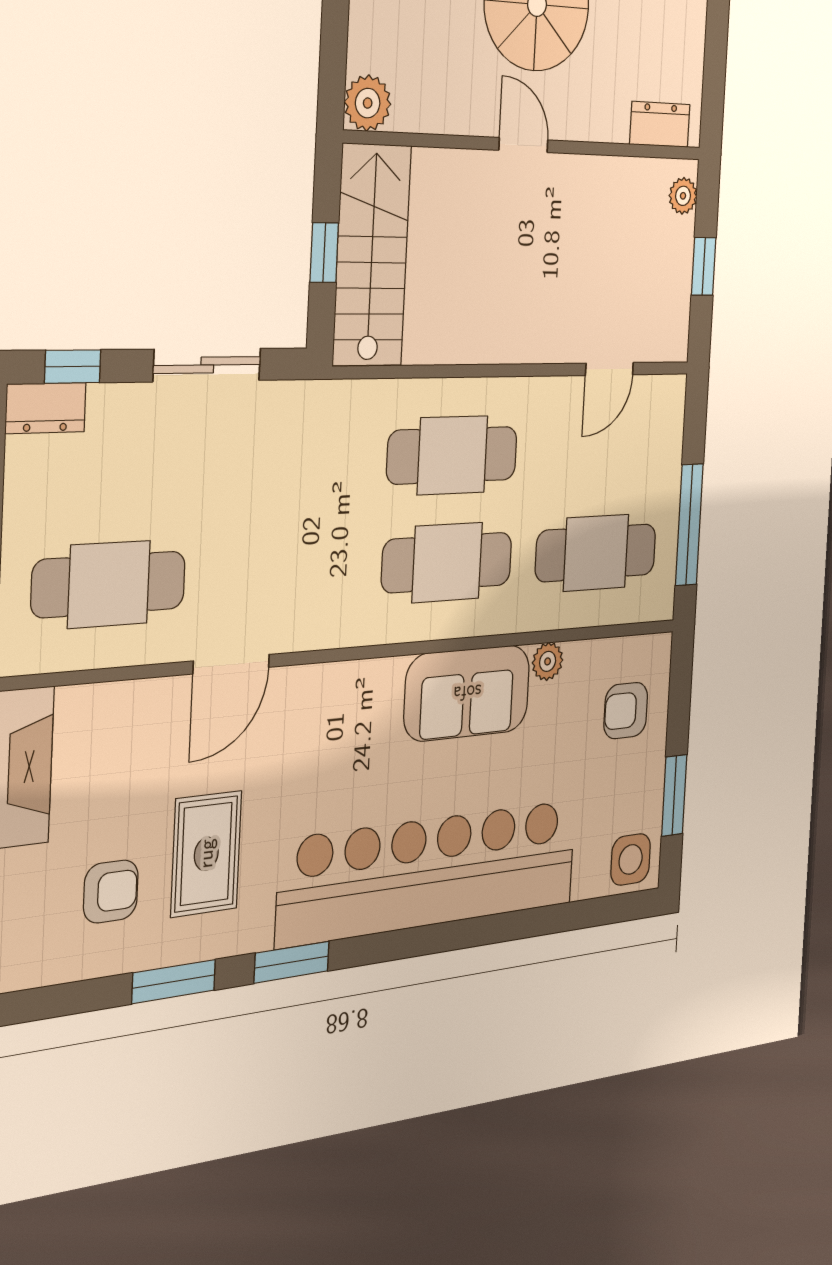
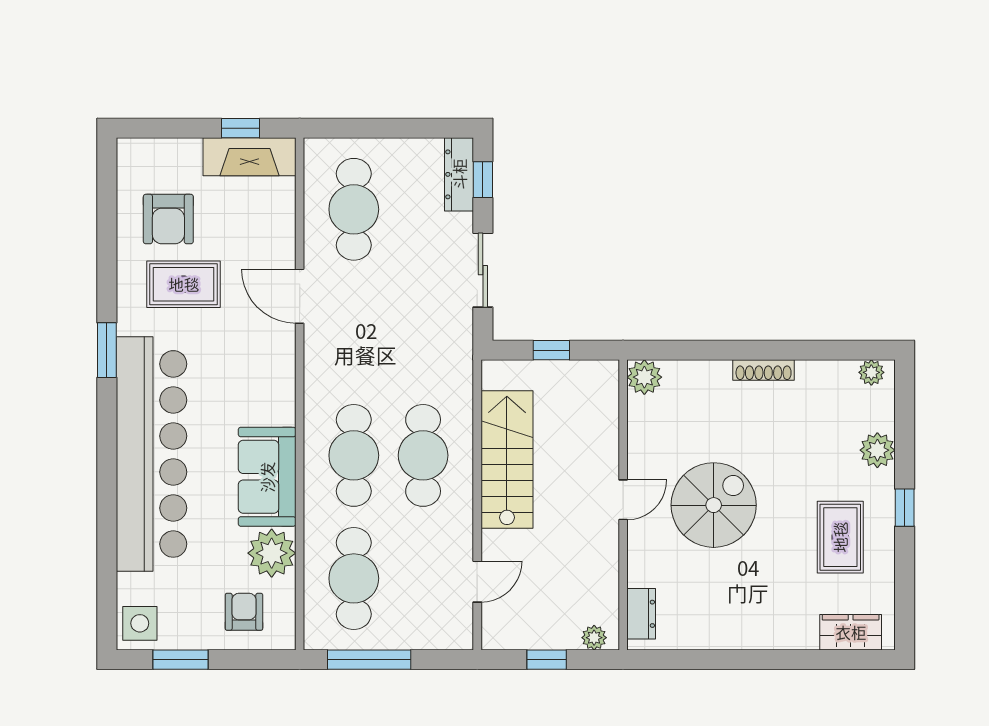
stairs: (372, 255) -> (507, 460), moved, turned -90
door: (609, 369) -> (477, 582), swing flipped
dresser: (46, 408) -> (459, 174), width x1.44
plant: (548, 661) -> (272, 553), width x1.87, depth x1.87
armchair: (111, 892) -> (168, 219), width x1.38, depth x1.38
window: (174, 982) -> (107, 265), removed

